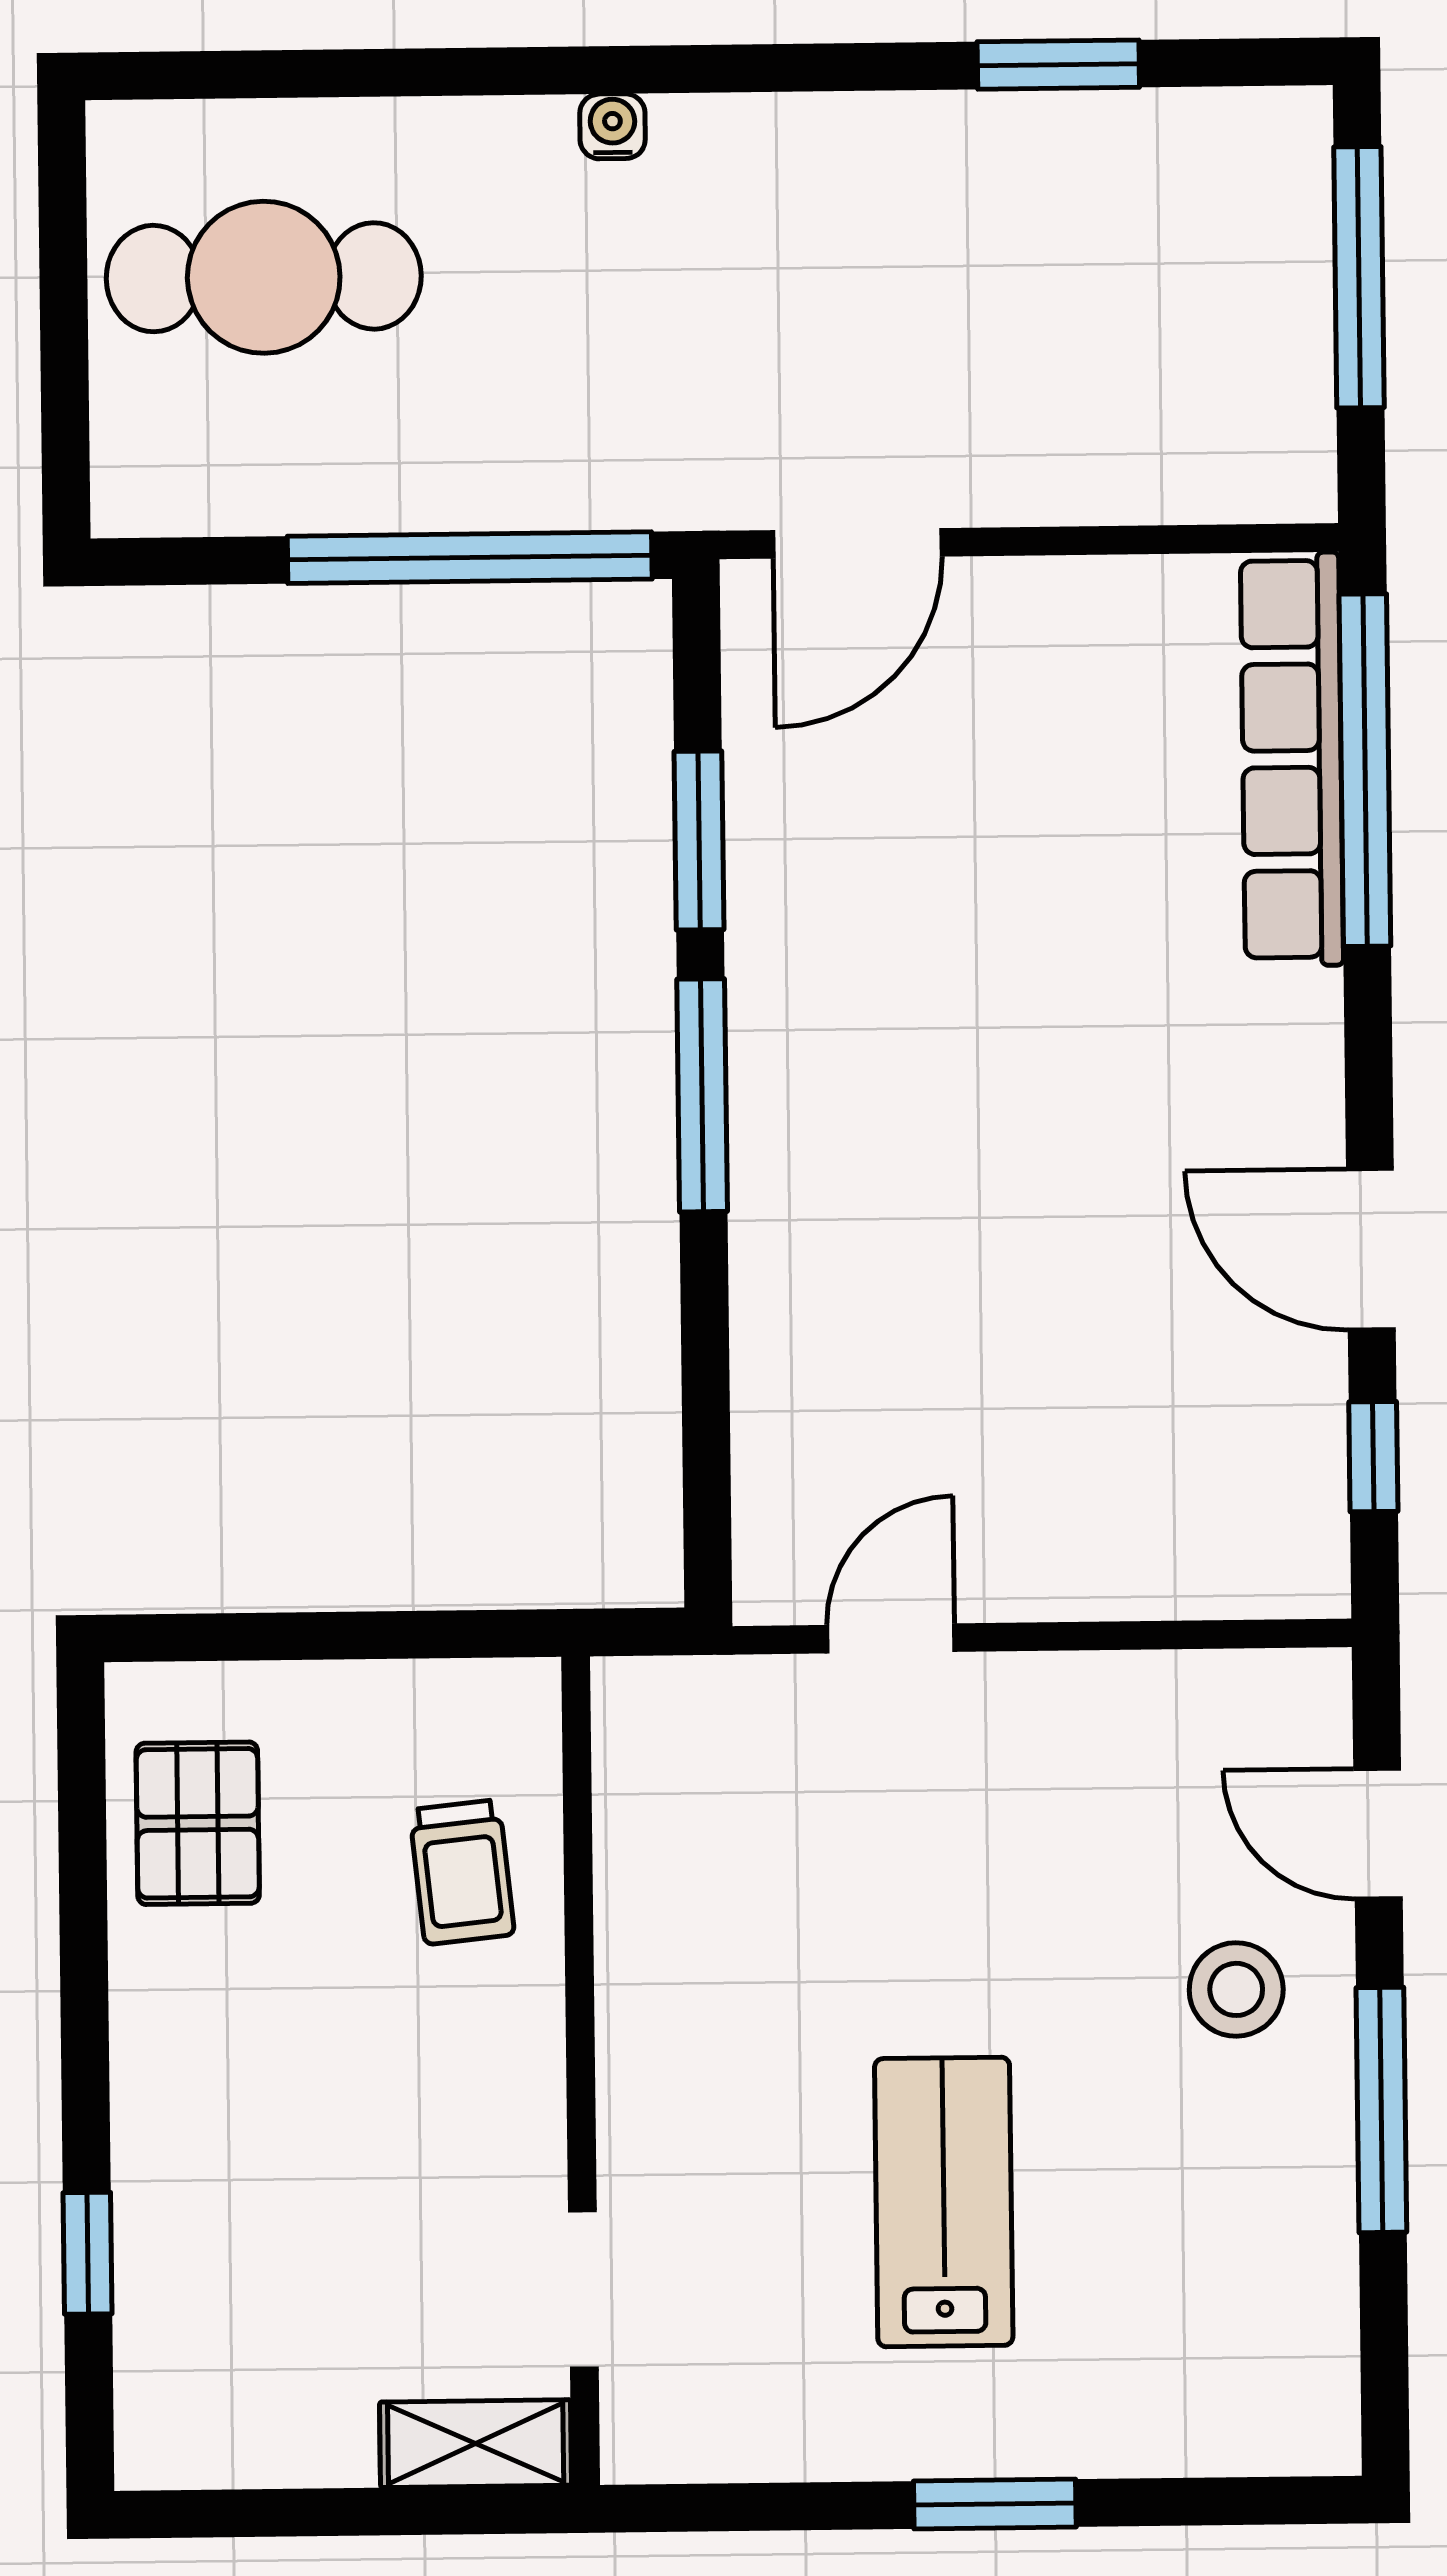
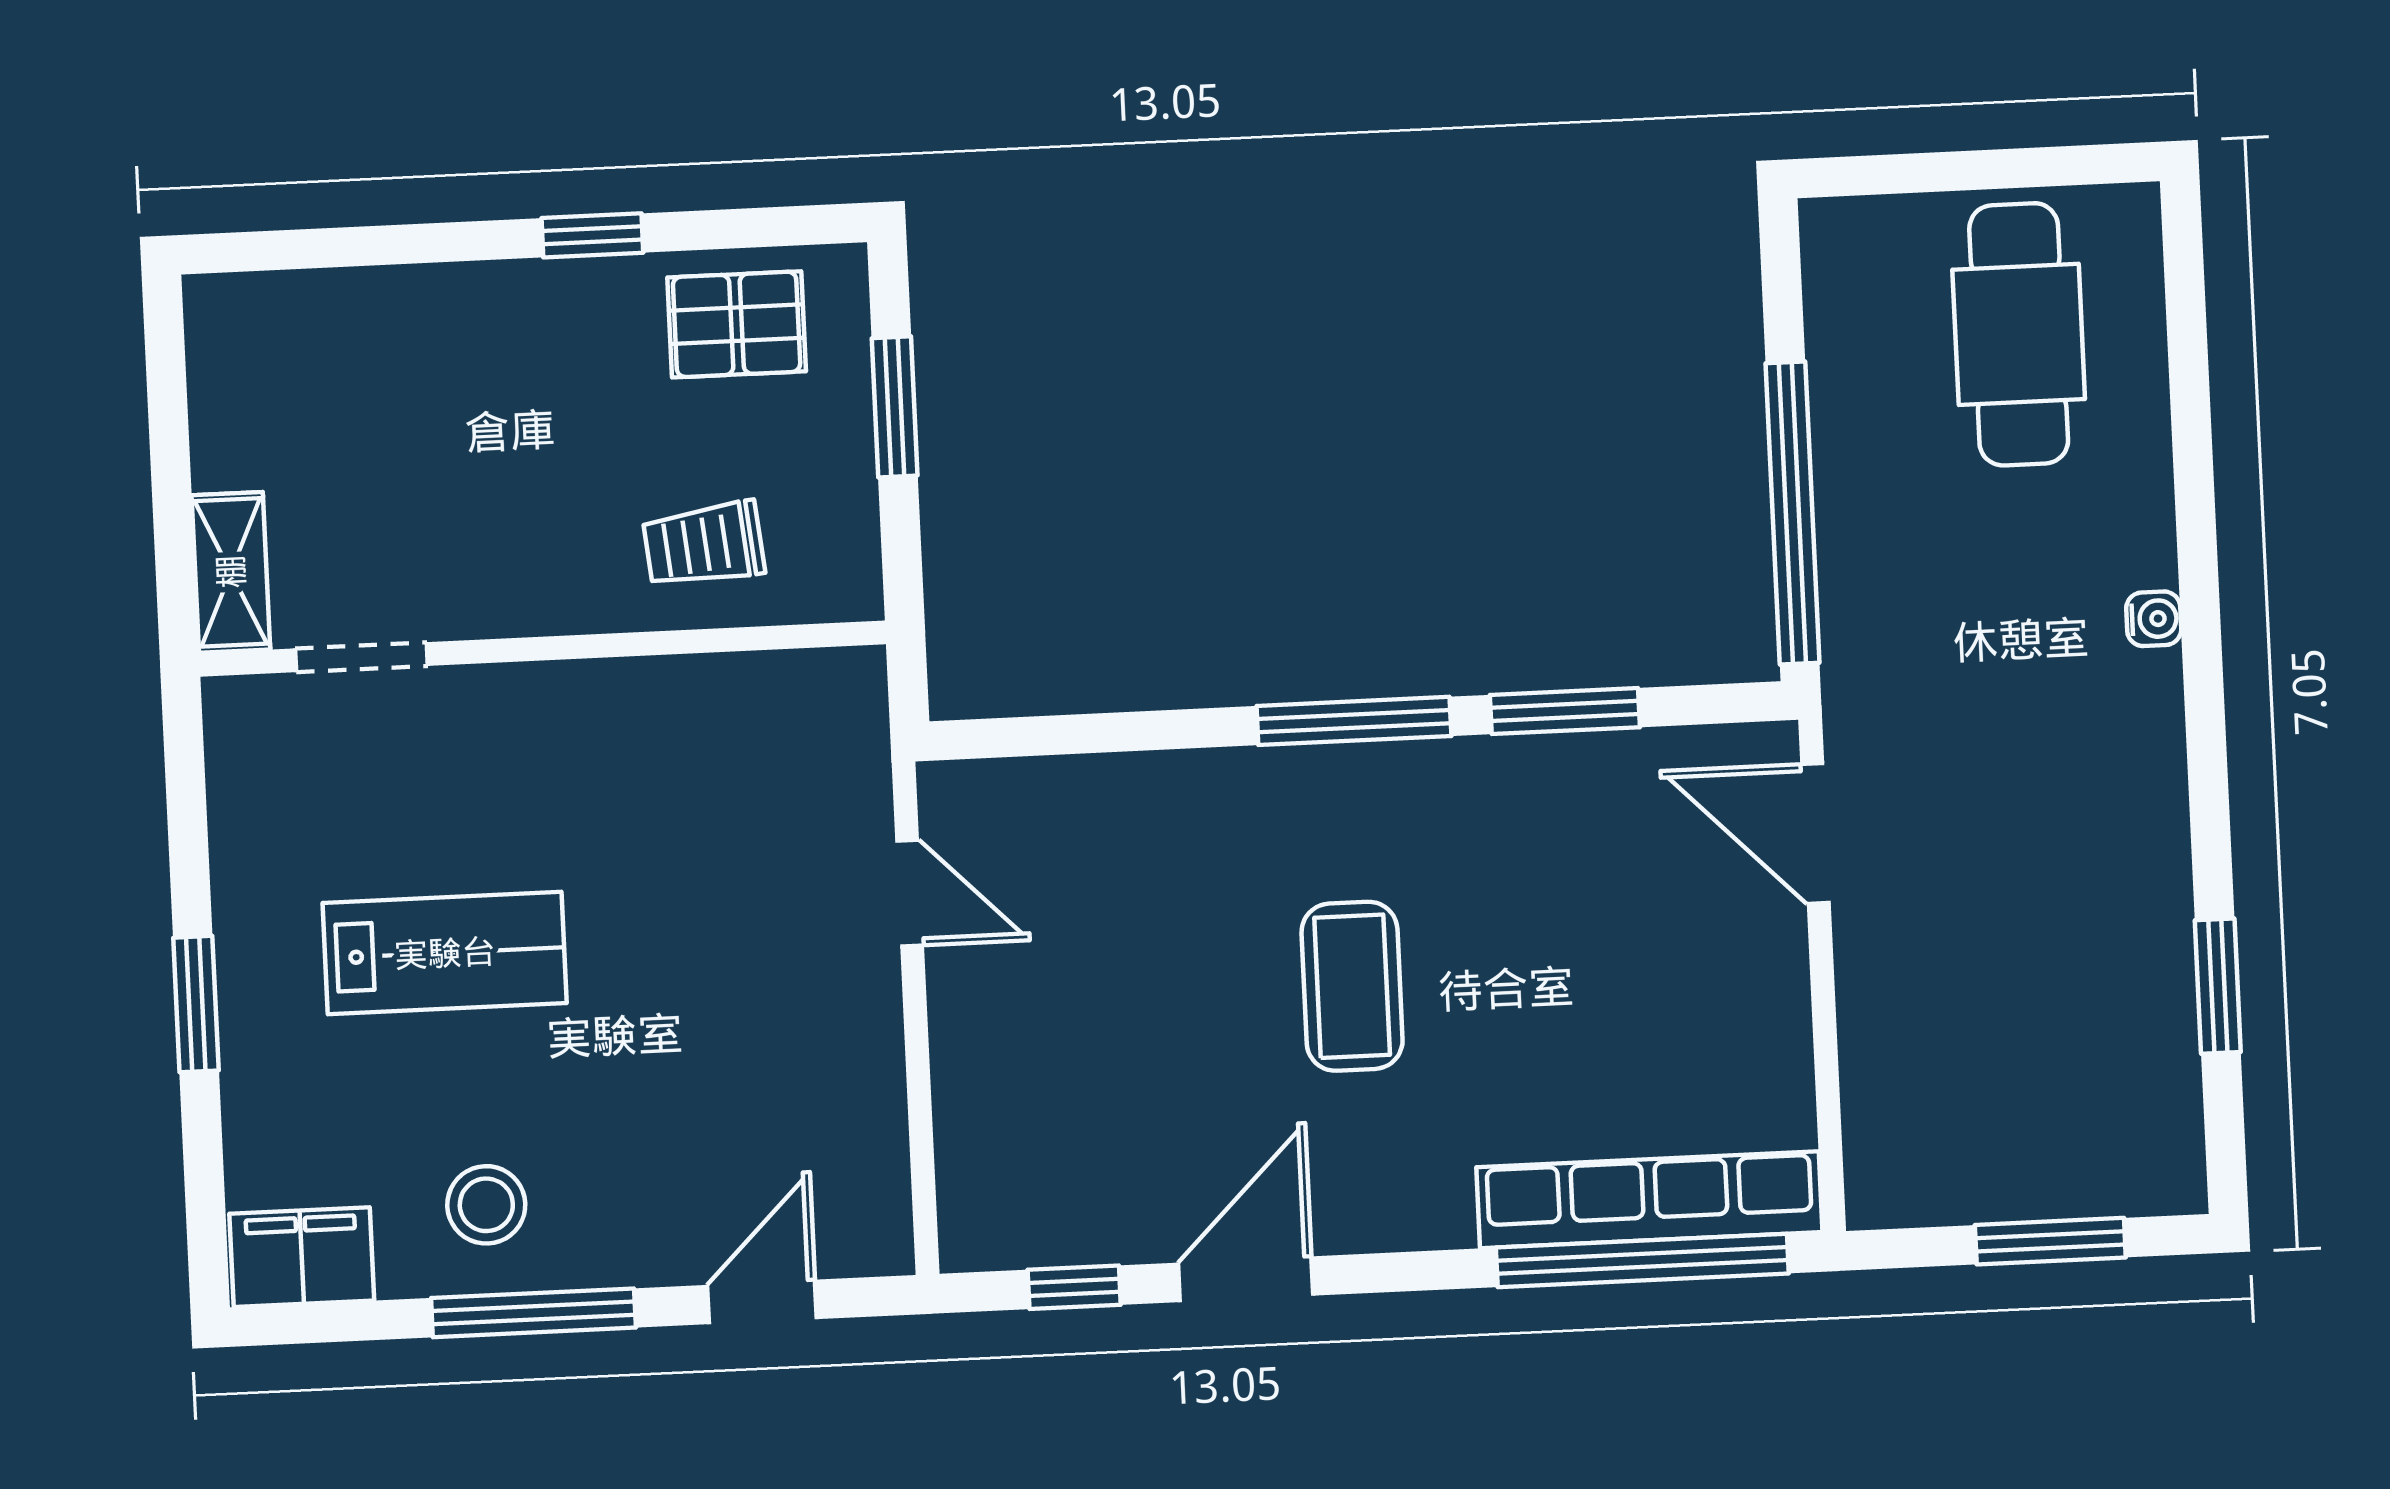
window: (1359, 277) -> (2050, 1241), width x0.69
coffee table: (1022, 1109) -> (1352, 986), added
window: (304, 1636) -> (895, 407), added
stool: (1236, 1989) -> (486, 1205), moved
window: (88, 2253) -> (592, 235), moved
filing cabinet: (1304, 2387) -> (302, 1257), added

